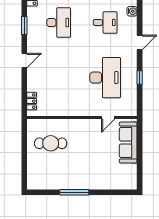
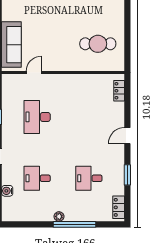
desk: (59, 22) -> (89, 178), width x0.73
desk: (105, 78) -> (37, 117), width x0.73, depth x0.77

